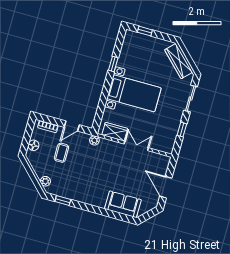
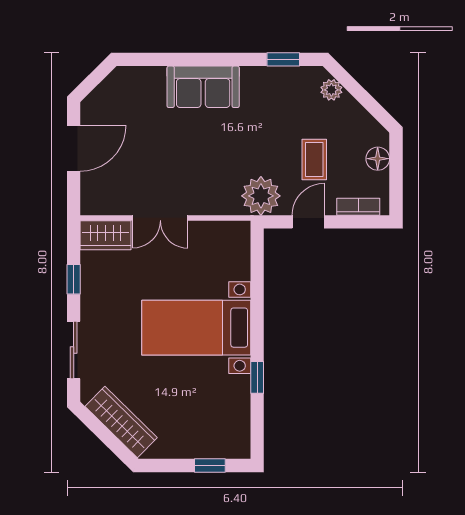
wardrobe: (115, 132) -> (106, 235), moved
plant: (94, 140) -> (261, 196), width x1.88, depth x1.88
door: (166, 187) -> (74, 148), hinge flipped
sofa: (123, 204) -> (203, 87), moved

